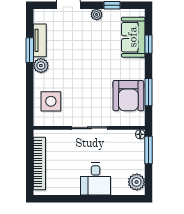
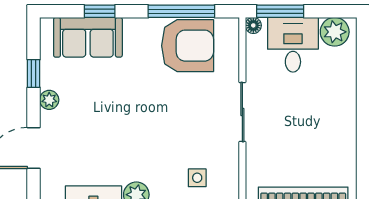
window: (149, 92) -> (181, 11), width x1.44
side table: (51, 101) -> (197, 178), width x0.54, depth x0.54
desk: (96, 179) -> (293, 45), moved, turned -90

